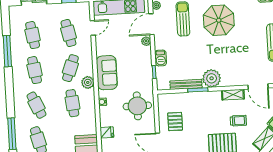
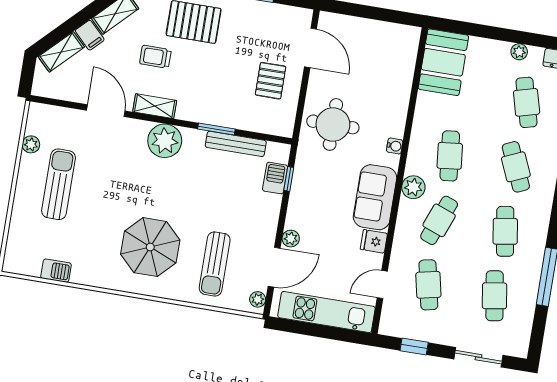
barbecue: (161, 58) -> (275, 178), moved
plant: (212, 78) -> (165, 141), moved
fridge: (107, 132) -> (374, 241), moved

